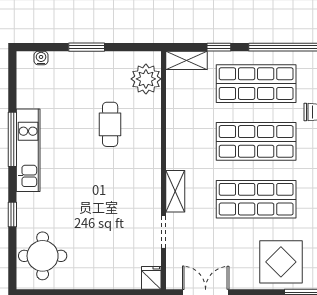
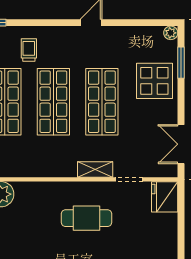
cafe table: (110, 124) -> (86, 218), moved, width x1.37, depth x1.35
fridge: (151, 278) -> (165, 197), width x1.88, depth x1.34

